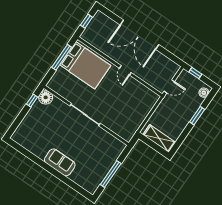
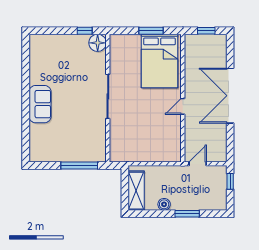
window: (62, 57) -> (151, 31), width x0.69
door: (169, 86) -> (198, 164), swing flipped
boiler: (204, 93) -> (164, 204), moved
window: (111, 174) -> (79, 166), moved

